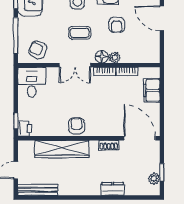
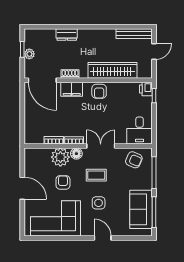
plant: (115, 58) -> (60, 157), width x1.88, depth x1.88
filing cabinet: (152, 90) -> (72, 89), moved, turned 90
plant: (154, 179) -> (29, 54), moved

